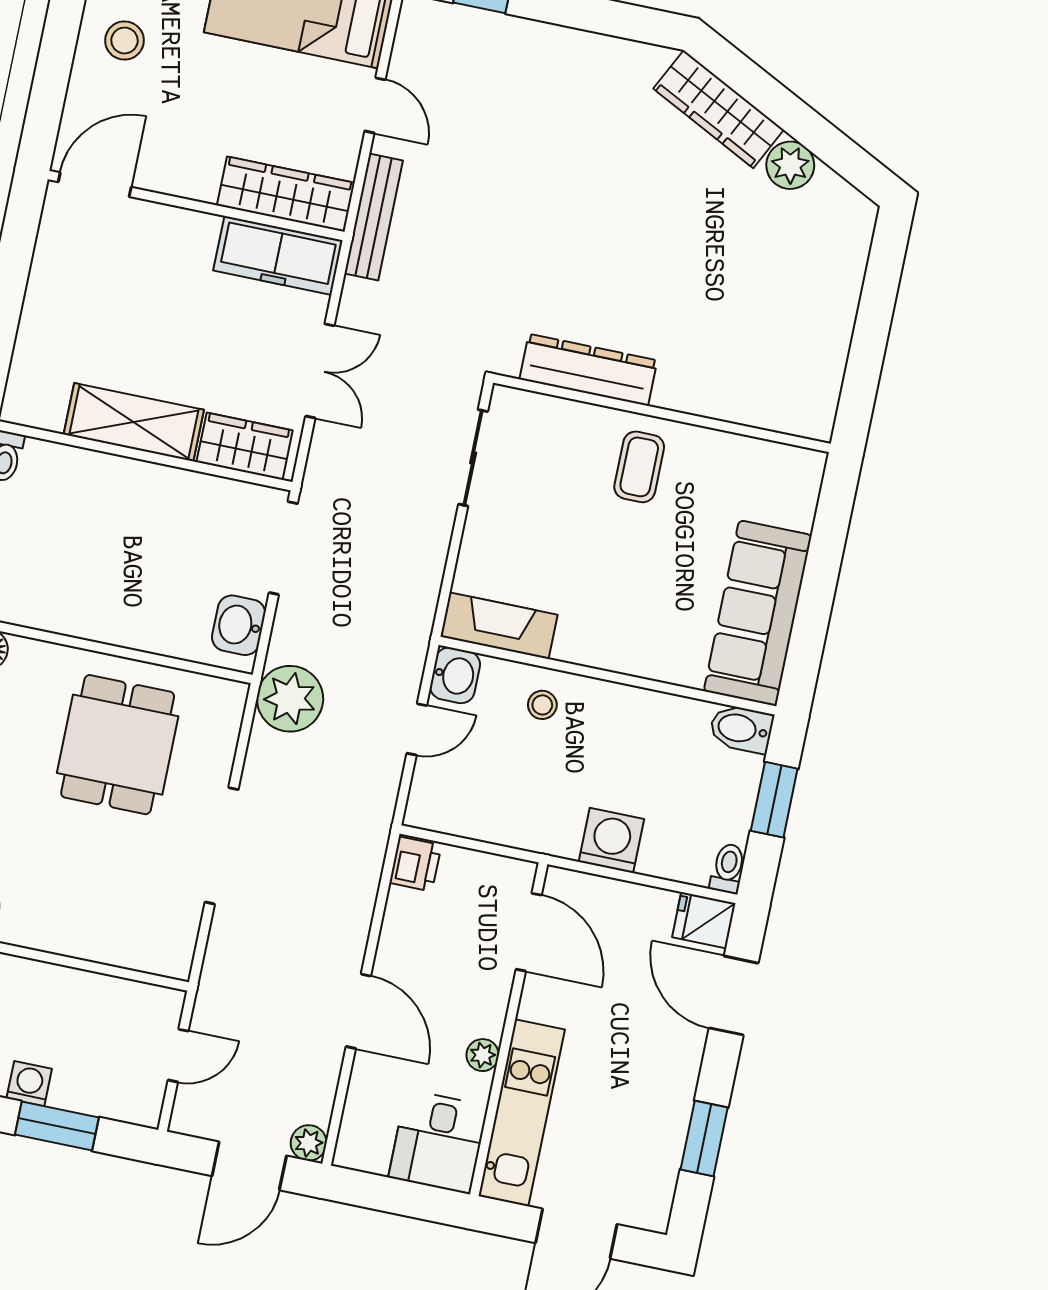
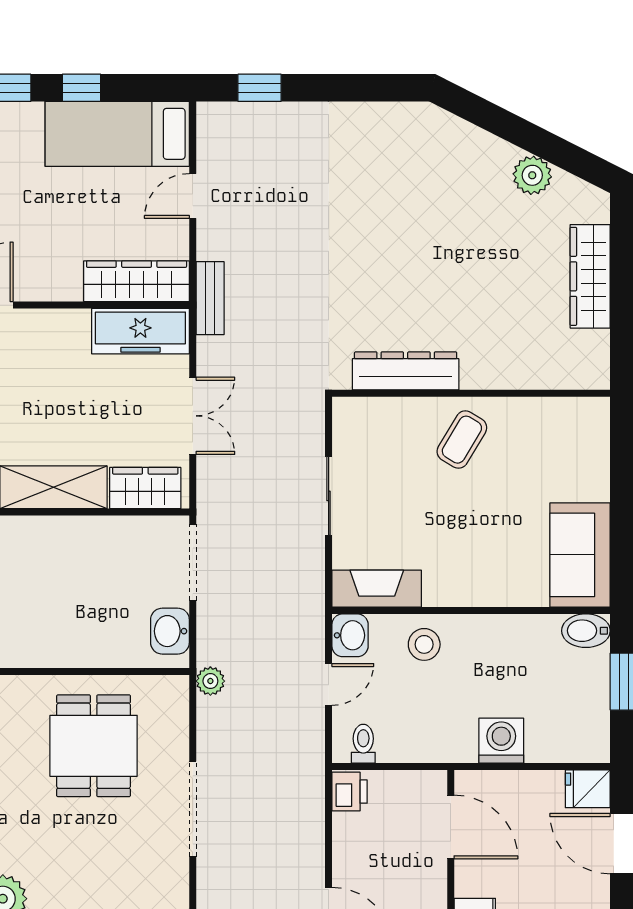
door: (375, 105) -> (193, 196), swing flipped
wardrobe: (718, 109) -> (590, 276), moved, turned 63
bench: (374, 217) -> (210, 298), width x0.73
sliding door: (473, 458) -> (329, 496), moved
coffee table: (639, 467) -> (462, 440), turned 31
sofa: (758, 613) -> (580, 555), width x0.73
plant: (290, 699) -> (210, 681), width x0.53, depth x0.53
stool: (542, 705) -> (424, 644), width x1.37, depth x1.37
toilet: (728, 868) -> (363, 744), moved

